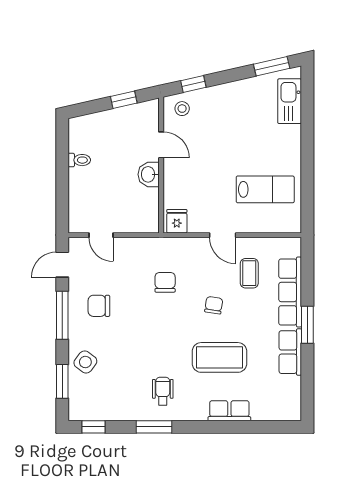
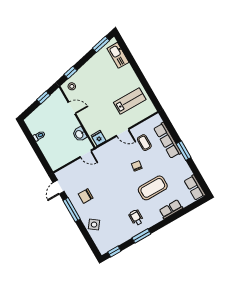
washbasin: (149, 174) -> (80, 134), moved
door: (101, 235) -> (86, 154), moved
chair: (165, 282) -> (109, 168), removed
row of seats: (290, 352) -> (195, 188), moved
window: (62, 381) -> (89, 239), removed

